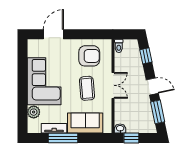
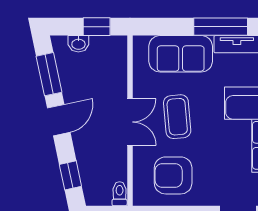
double door: (113, 85) -> (130, 122), swing flipped
door: (152, 86) -> (59, 120), swing flipped
washbasin: (120, 129) -> (78, 44), moved

